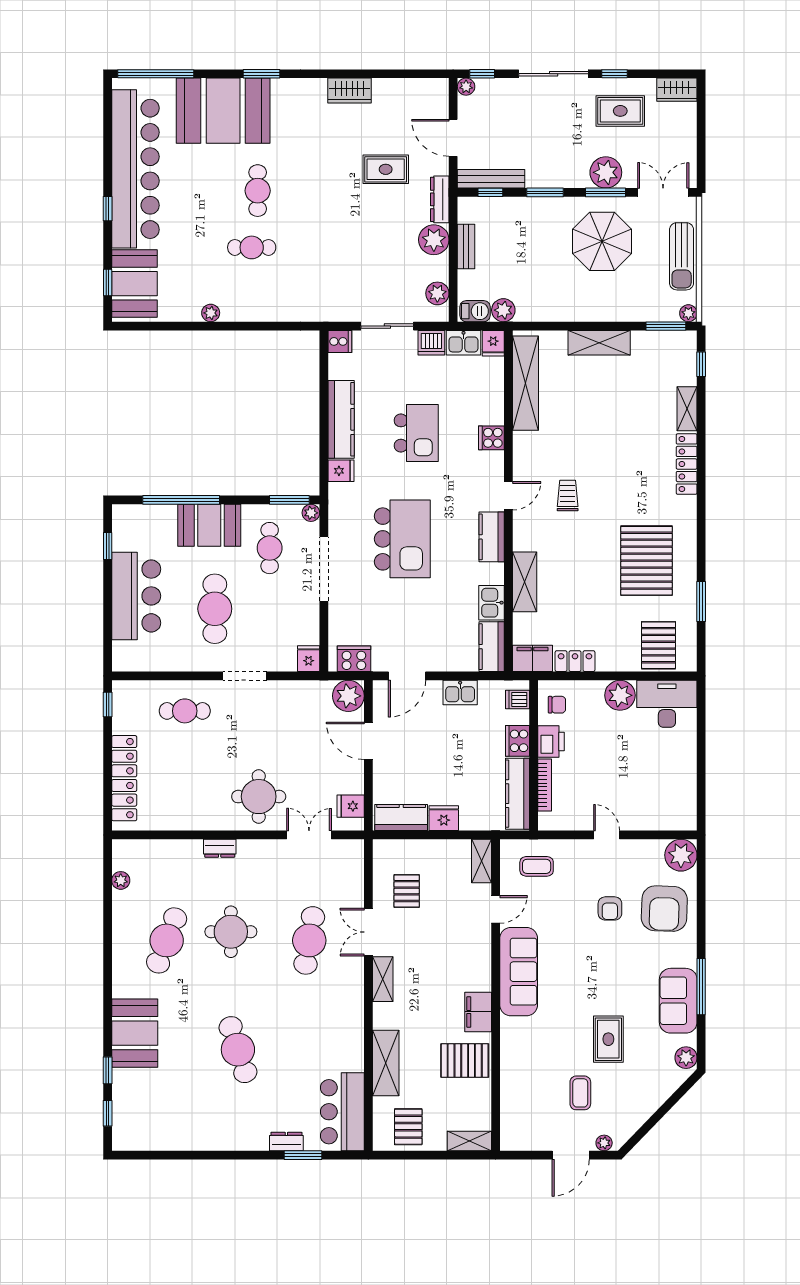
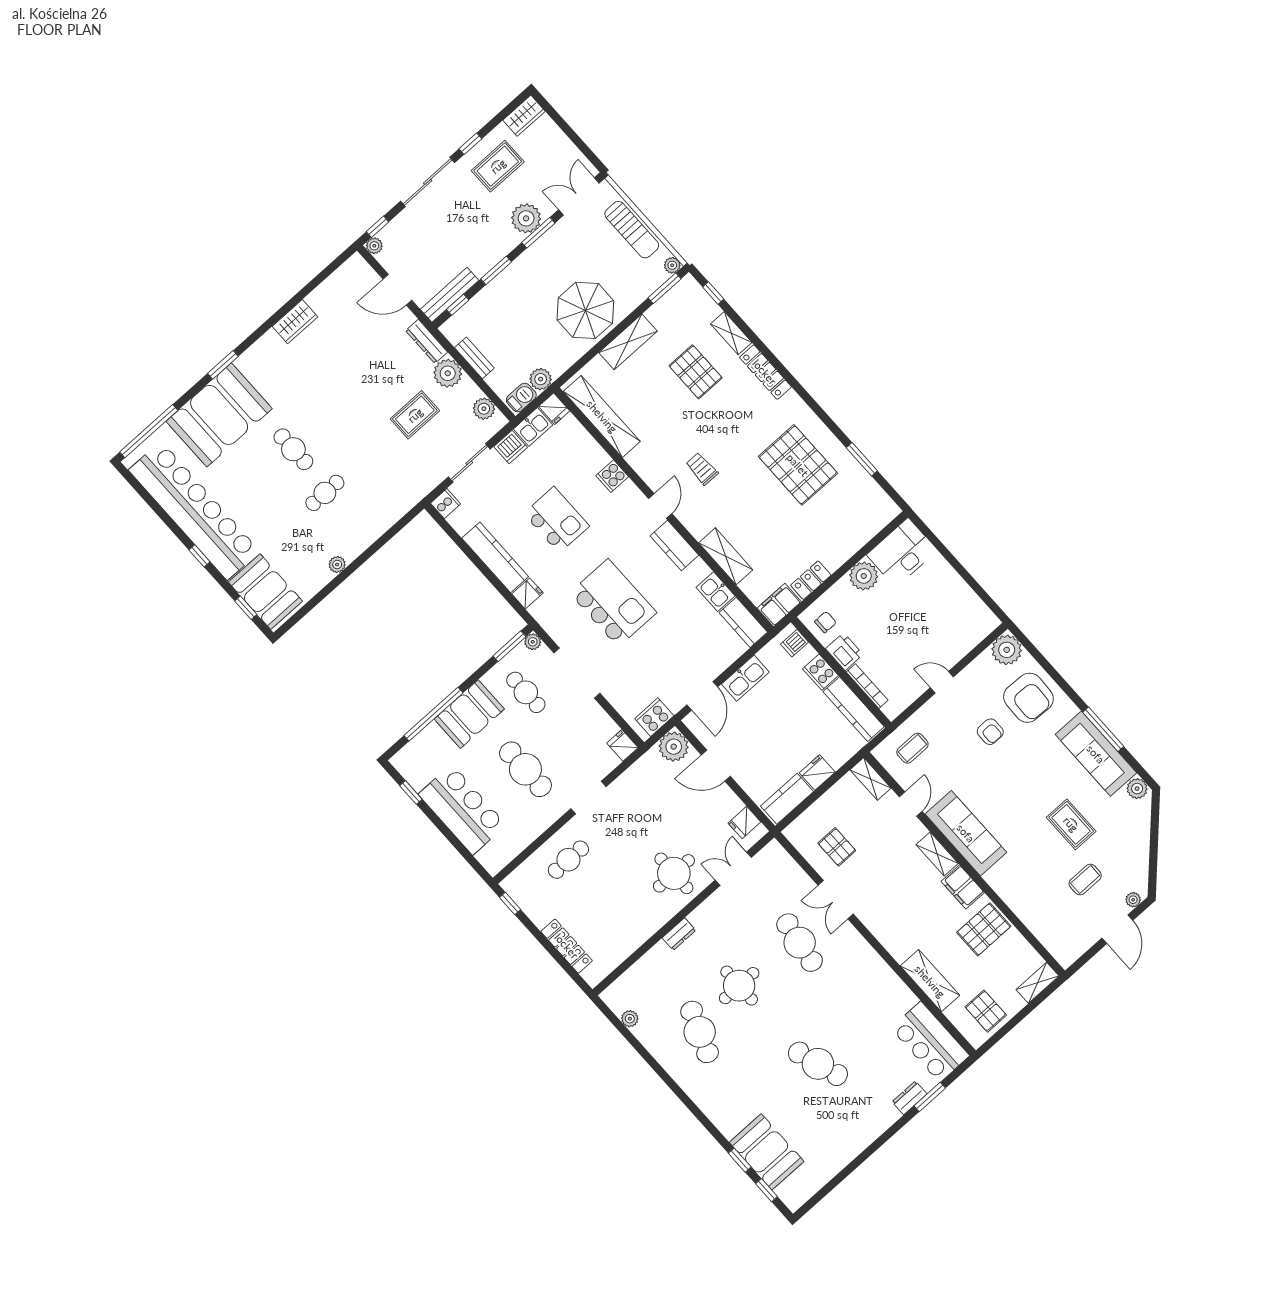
rug: (386, 169) -> (415, 415), moved
parasol: (602, 241) -> (585, 310), moved
pallet: (659, 645) -> (696, 372), moved
kitchen sink: (460, 692) -> (745, 678), width x1.38
locker: (124, 778) -> (567, 946), width x0.71, depth x0.83
shelving: (383, 979) -> (937, 854), moved
sofa: (678, 1001) -> (1096, 754), width x1.36
booth: (135, 1033) -> (767, 1152), moved
coffee table: (580, 1093) -> (1085, 880), turned 90

